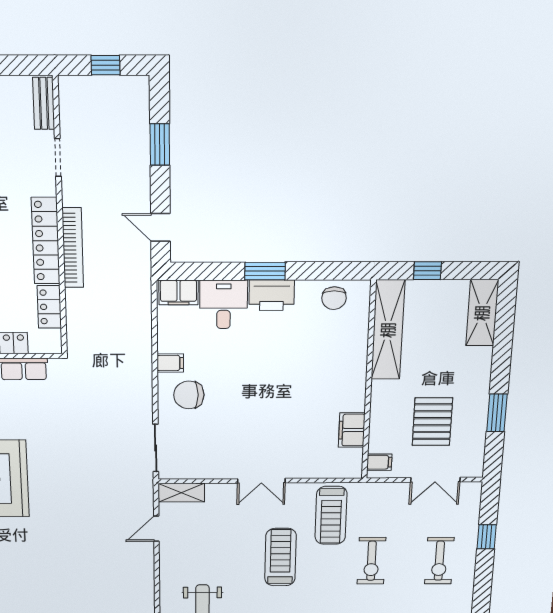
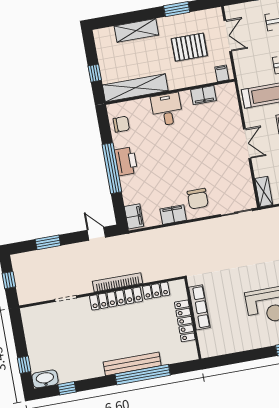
bench: (44, 103) -> (36, 311), removed
door: (160, 227) -> (96, 234), swing flipped
window: (265, 271) -> (112, 168), width x2.11
desk: (224, 304) -> (167, 109), moved, turned 90
shelving: (482, 313) -> (136, 30), moved
filing cabinet: (170, 363) -> (173, 215), width x2.00

